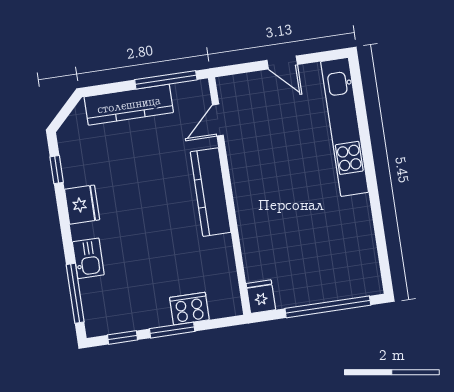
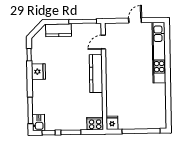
door: (282, 62) -> (135, 20), swing flipped
kitchen counter: (129, 105) -> (58, 30), width x0.67
kitchen sink: (88, 258) -> (39, 122), moved
cooker: (189, 309) -> (95, 124), moved

